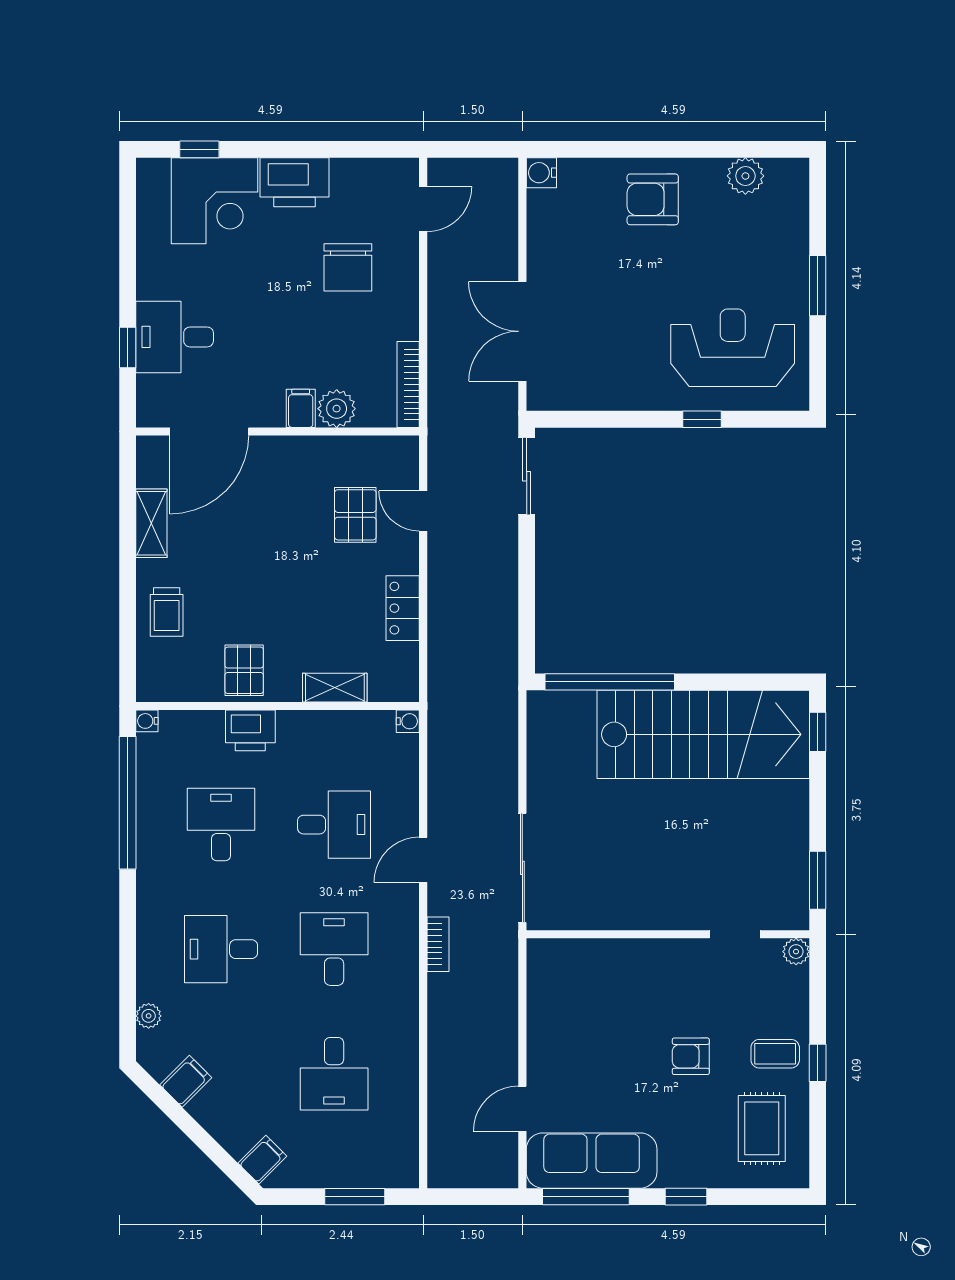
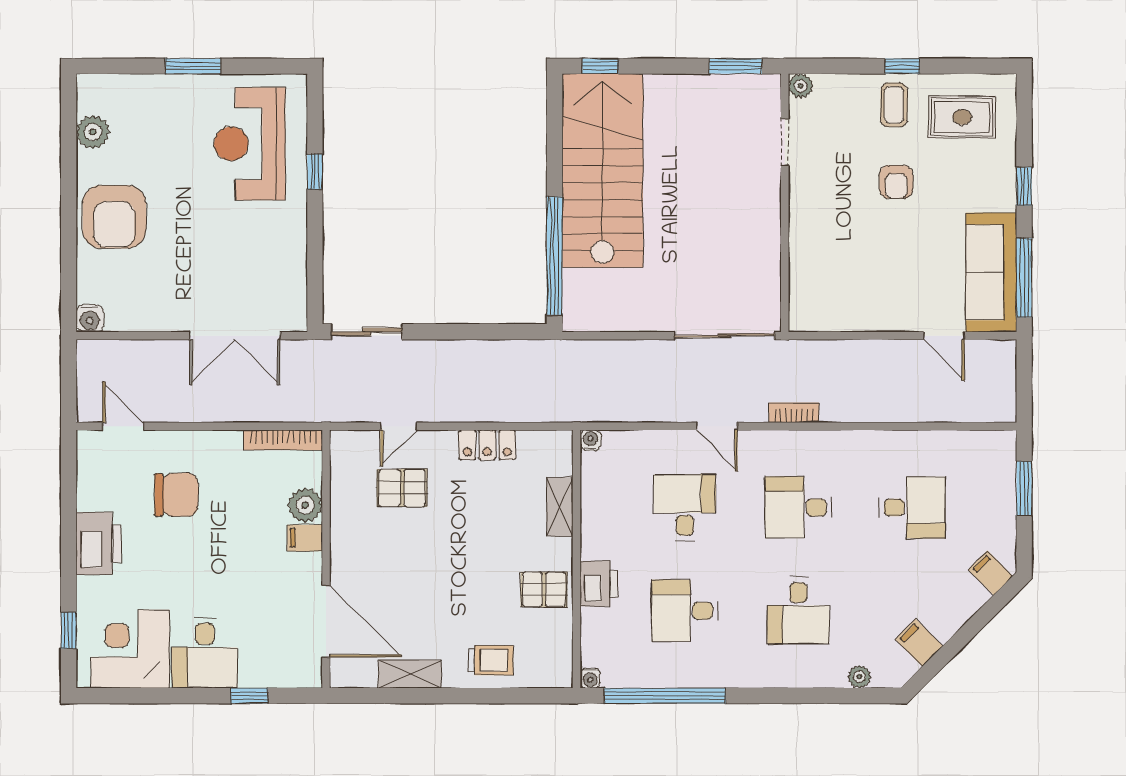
armchair: (653, 199) -> (114, 217), width x1.36, depth x1.36
corner desk: (214, 201) -> (130, 649), moved, turned -90
desk: (175, 337) -> (205, 653), moved

